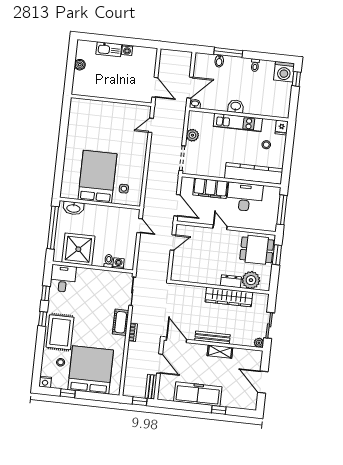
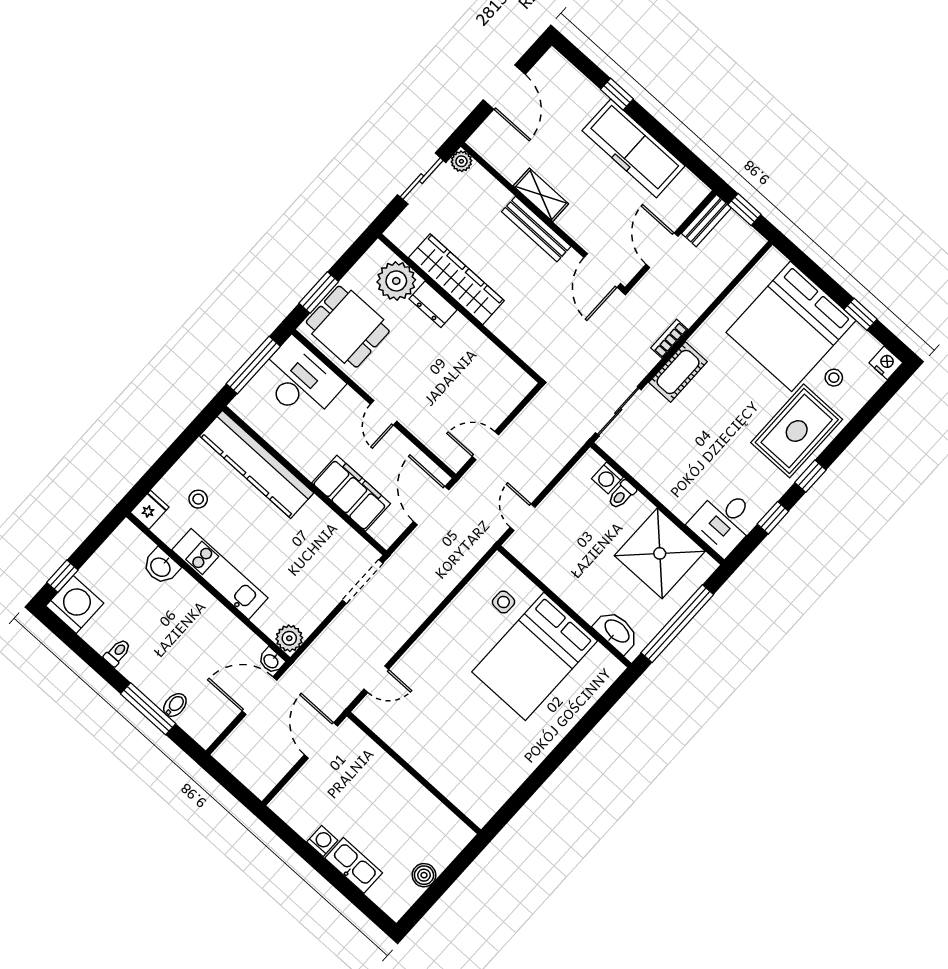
washbasin: (236, 106) -> (161, 567), moved
plant: (192, 135) -> (289, 638), moved
desk: (245, 197) -> (300, 380), moved, turned 180

